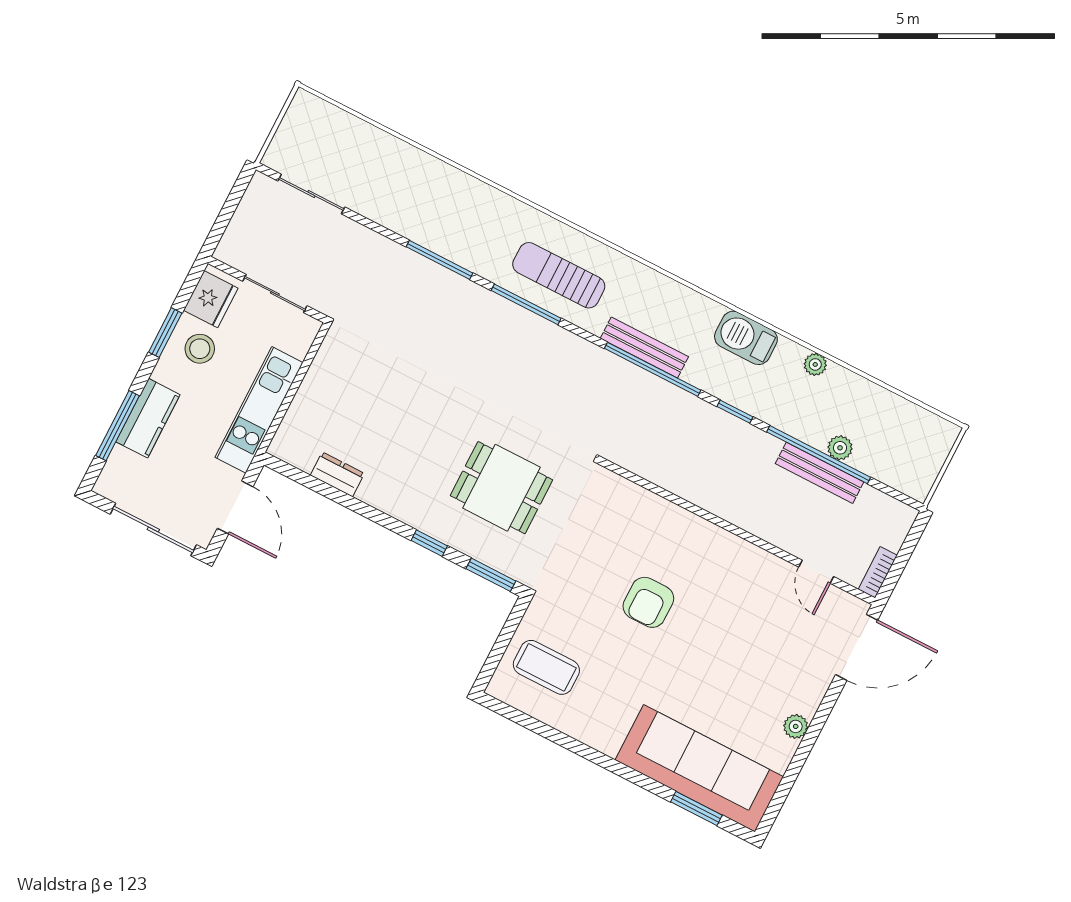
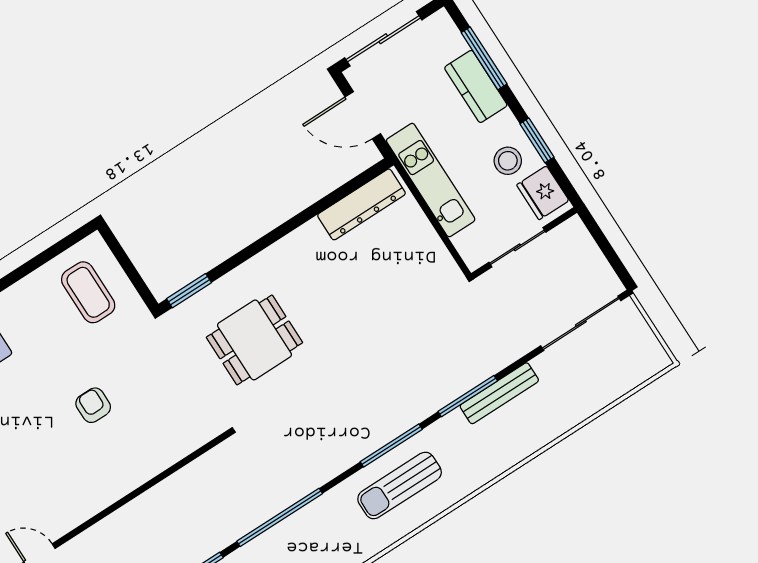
sliding door: (311, 194) -> (581, 323), width x1.37
sun lounger: (559, 275) -> (400, 485), turned 180
bench: (644, 348) -> (499, 393), moved
dresser: (337, 474) -> (361, 204), width x1.96, depth x1.24
window: (429, 543) -> (243, 256), removed
armchair: (648, 602) -> (93, 405), width x0.72, depth x0.72
coffee table: (546, 667) -> (88, 292), turned 90

